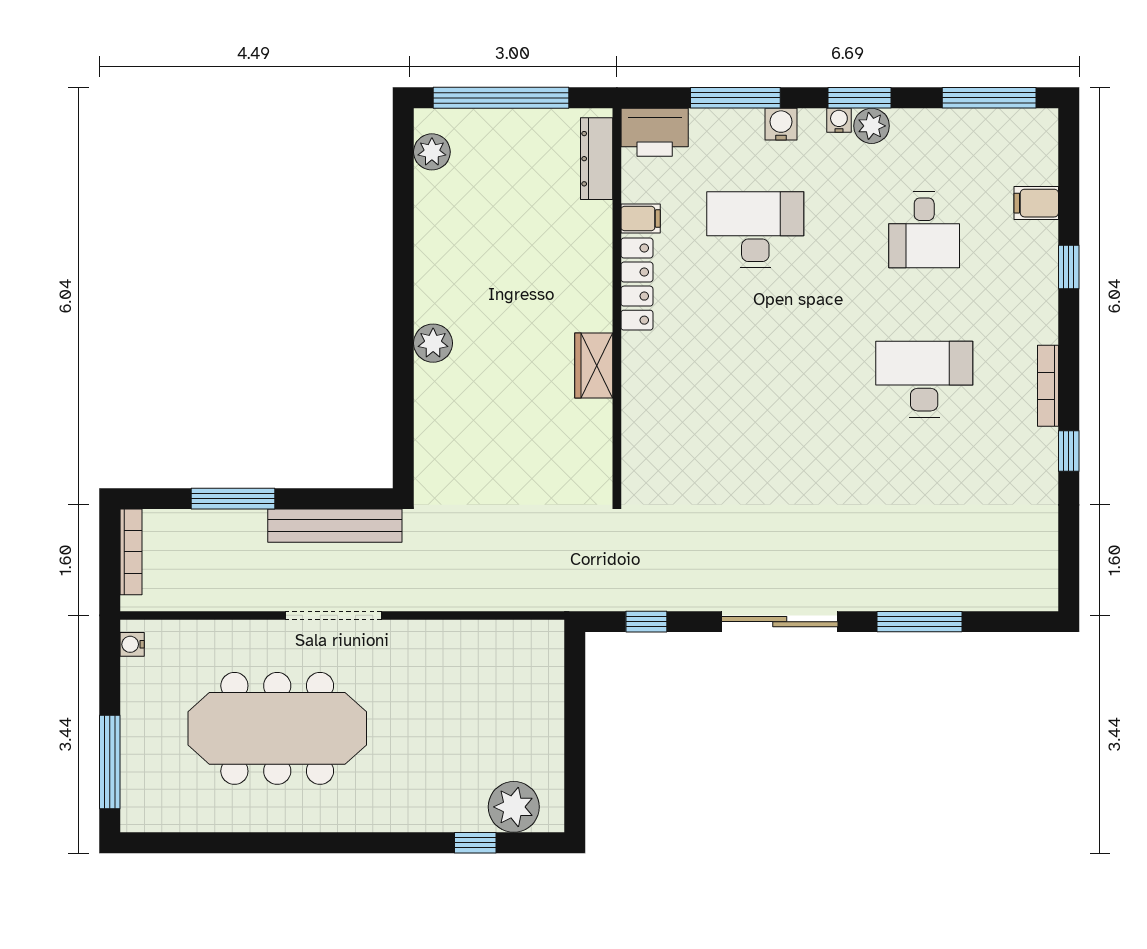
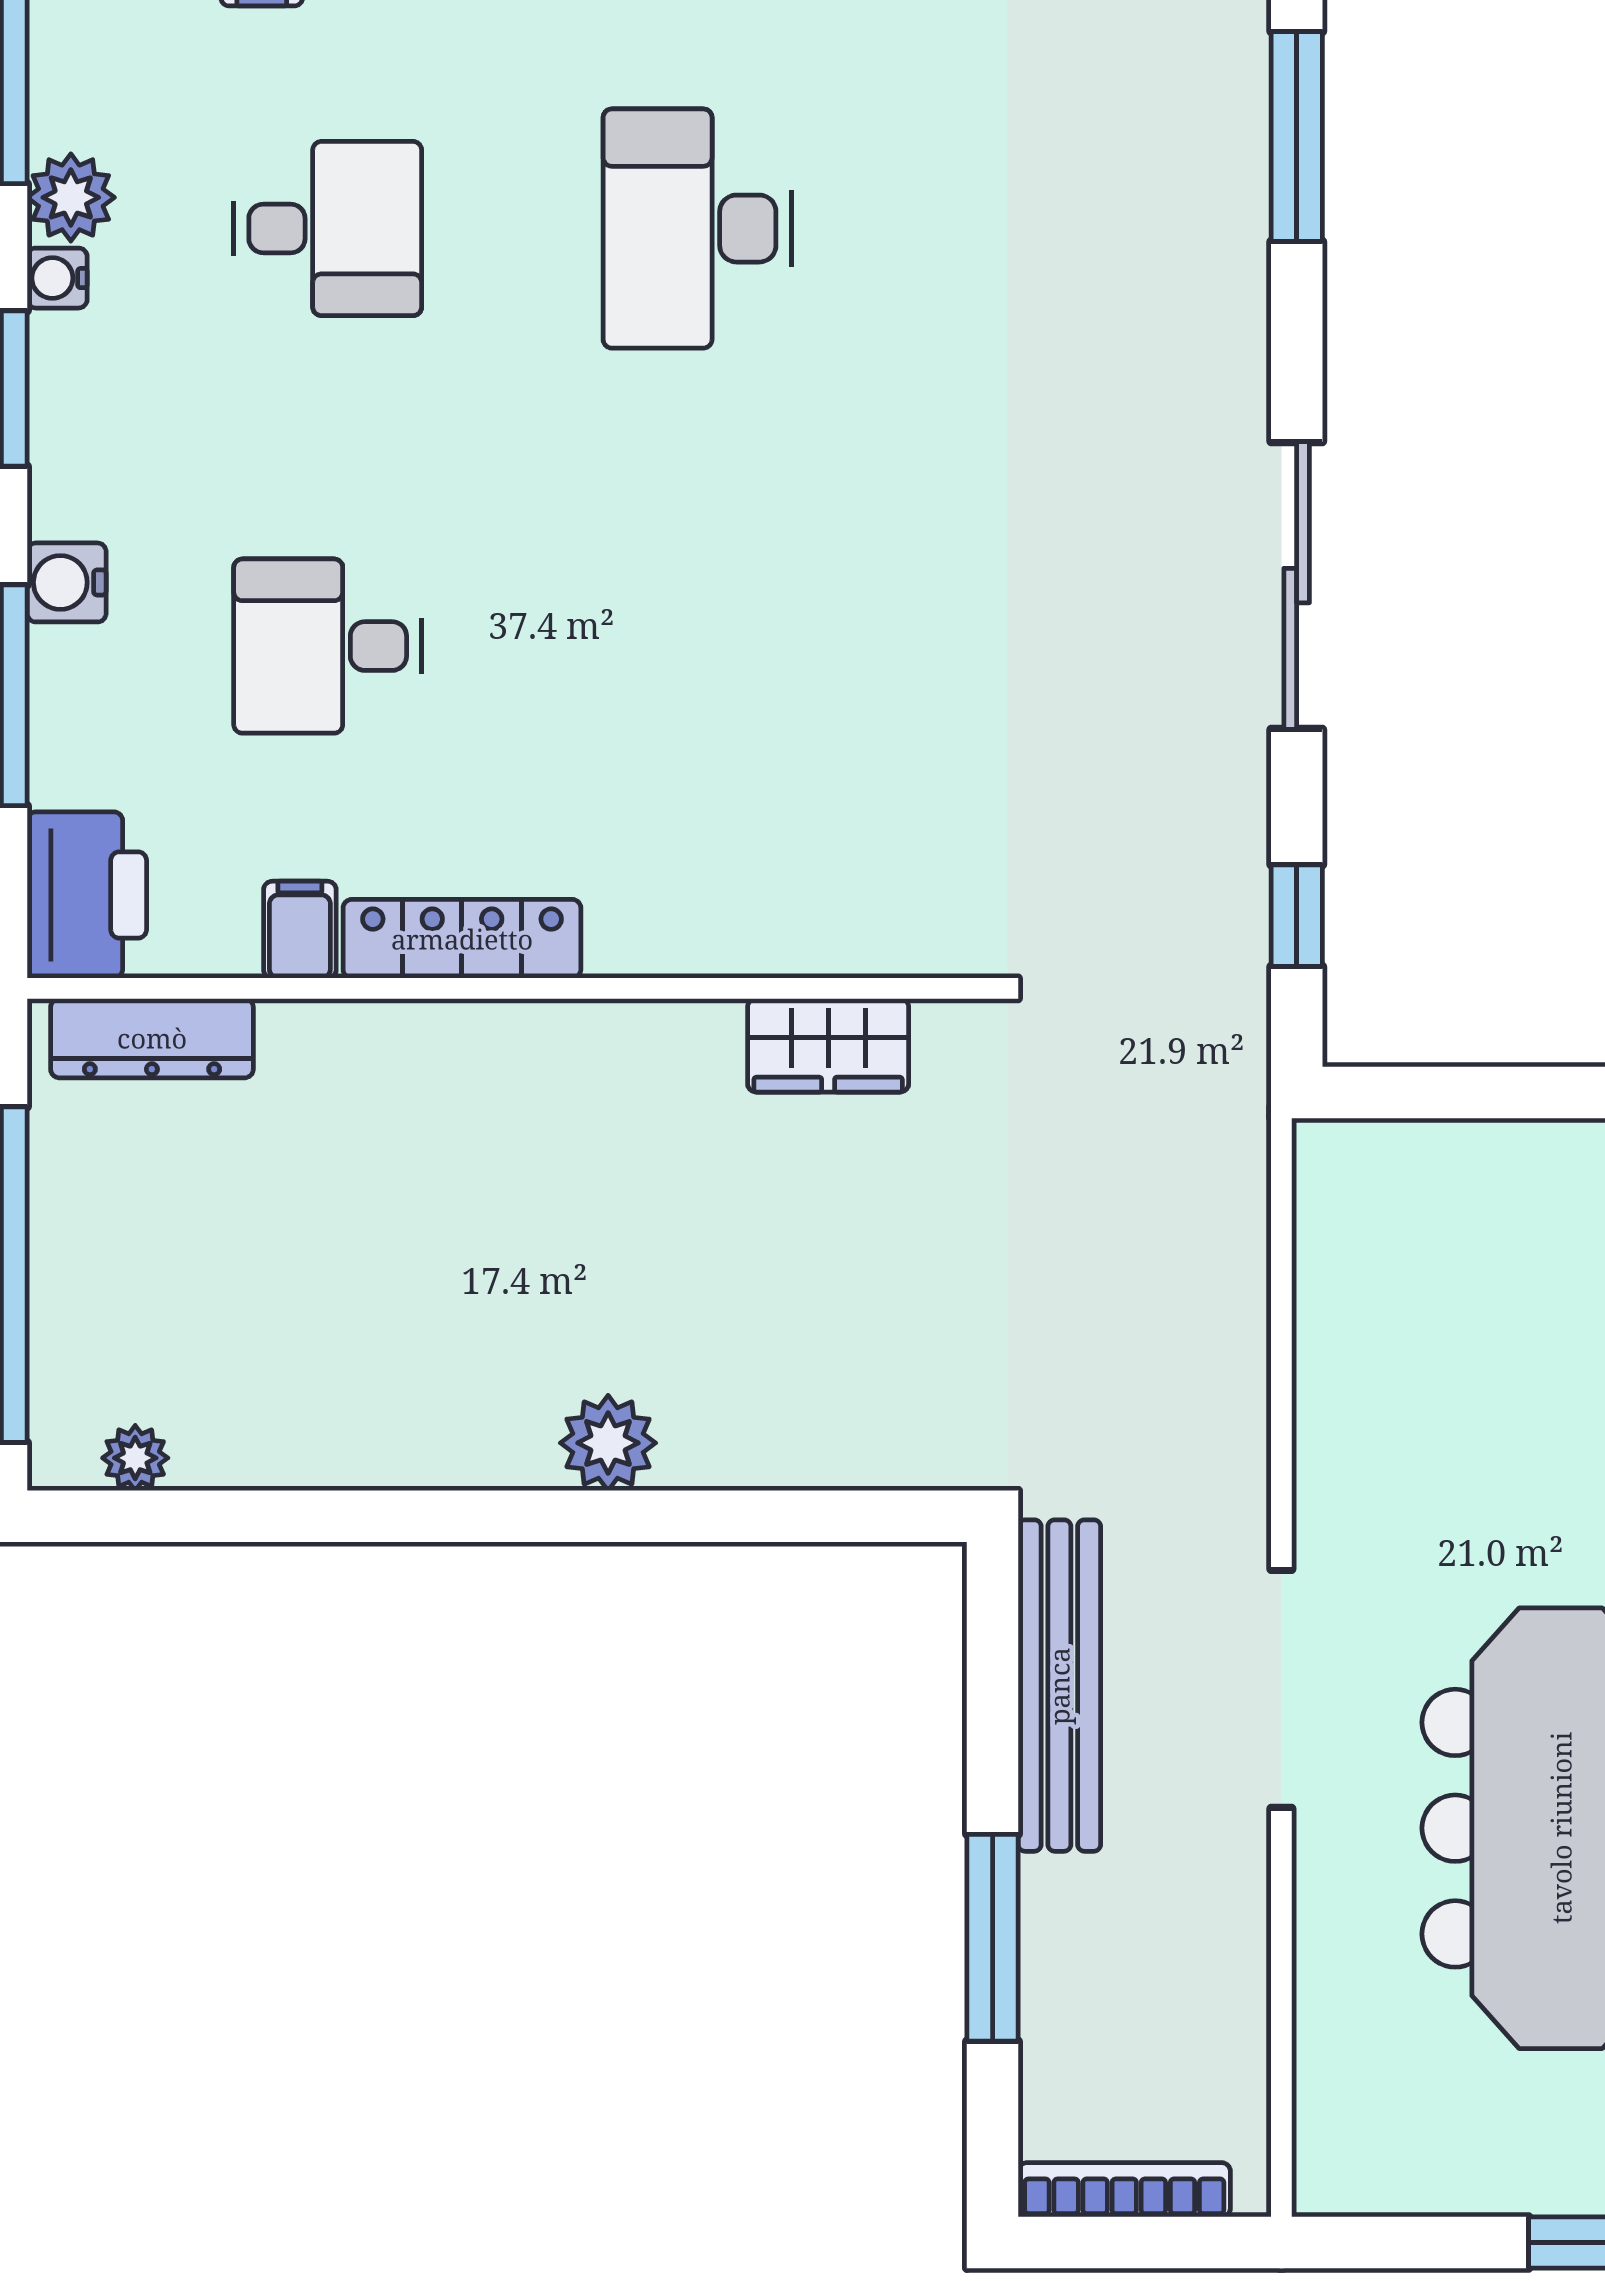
water cooler: (839, 120) -> (57, 278), moved
plant: (872, 126) -> (71, 197), moved
plant: (432, 152) -> (135, 1458), width x0.73, depth x0.73
desk: (755, 230) -> (328, 646), width x0.73
wardrobe: (594, 366) -> (828, 1045), moved
window: (920, 622) -> (1297, 136), moved
water cooler: (132, 644) -> (1353, 2187), removed

